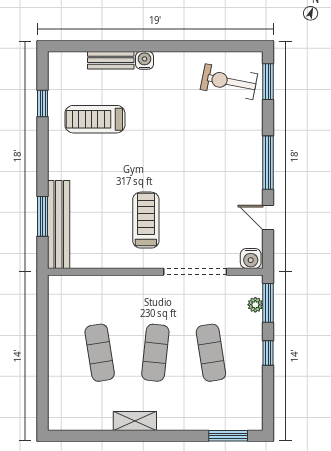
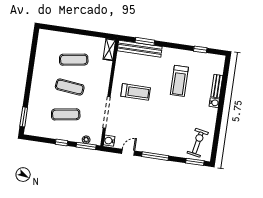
treadmill: (95, 119) -> (179, 81), moved, turned 180
shelving: (135, 421) -> (109, 50), moved

